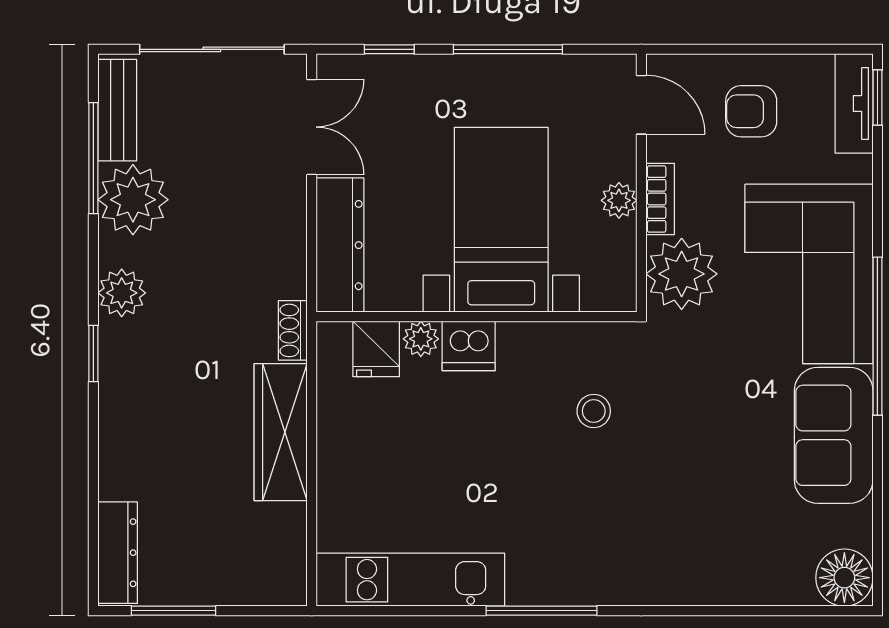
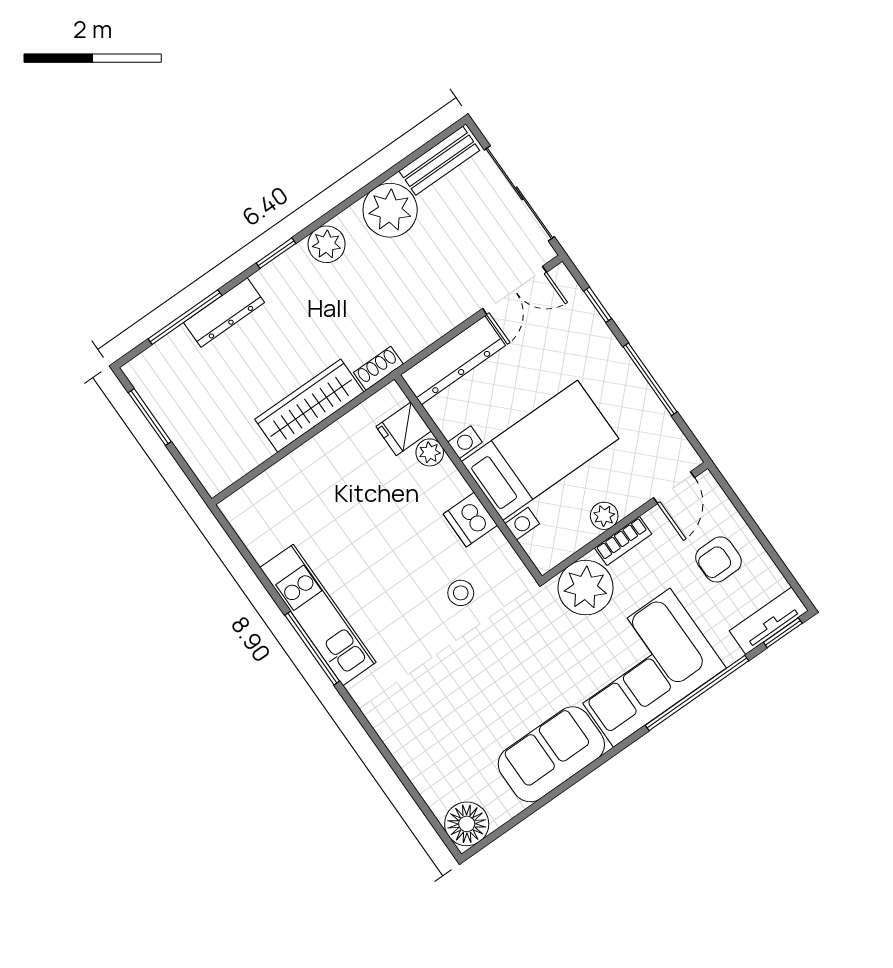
armchair: (751, 111) -> (718, 559), turned -90
window: (93, 158) -> (185, 317), moved
window: (877, 336) -> (697, 693), moved
dishwasher: (469, 346) -> (470, 520), moved
dresser: (118, 553) -> (224, 312), moved
kitchen unit: (410, 580) -> (318, 615), moved

